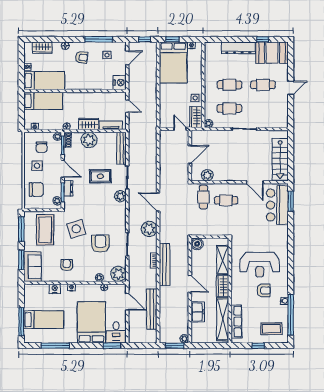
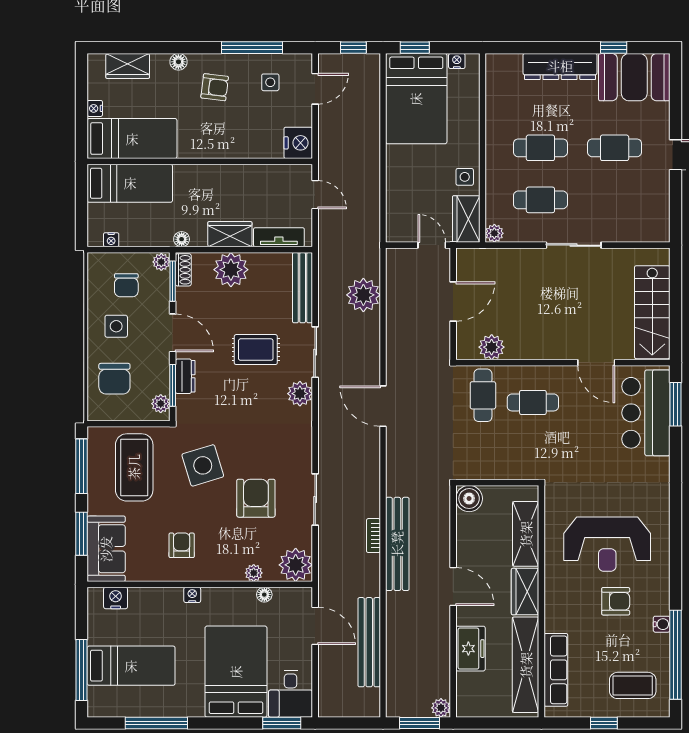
chair: (36, 190) -> (114, 379), turned 90
plant: (149, 229) -> (363, 295), moved
nightstand: (55, 289) -> (116, 598), moved

